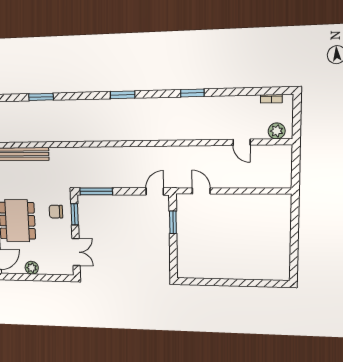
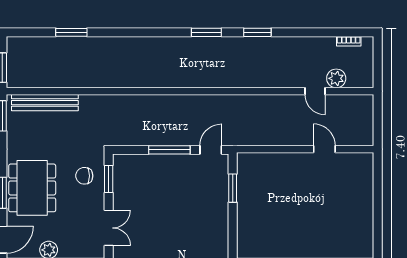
window: (123, 95) -> (206, 32), moved
plant: (277, 131) -> (336, 78), moved
window: (96, 191) -> (169, 150), moved
door: (201, 191) -> (324, 149), moved

